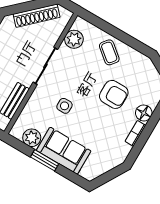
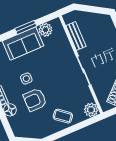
plant: (74, 39) -> (91, 110), moved
side table: (64, 106) -> (26, 79), moved

